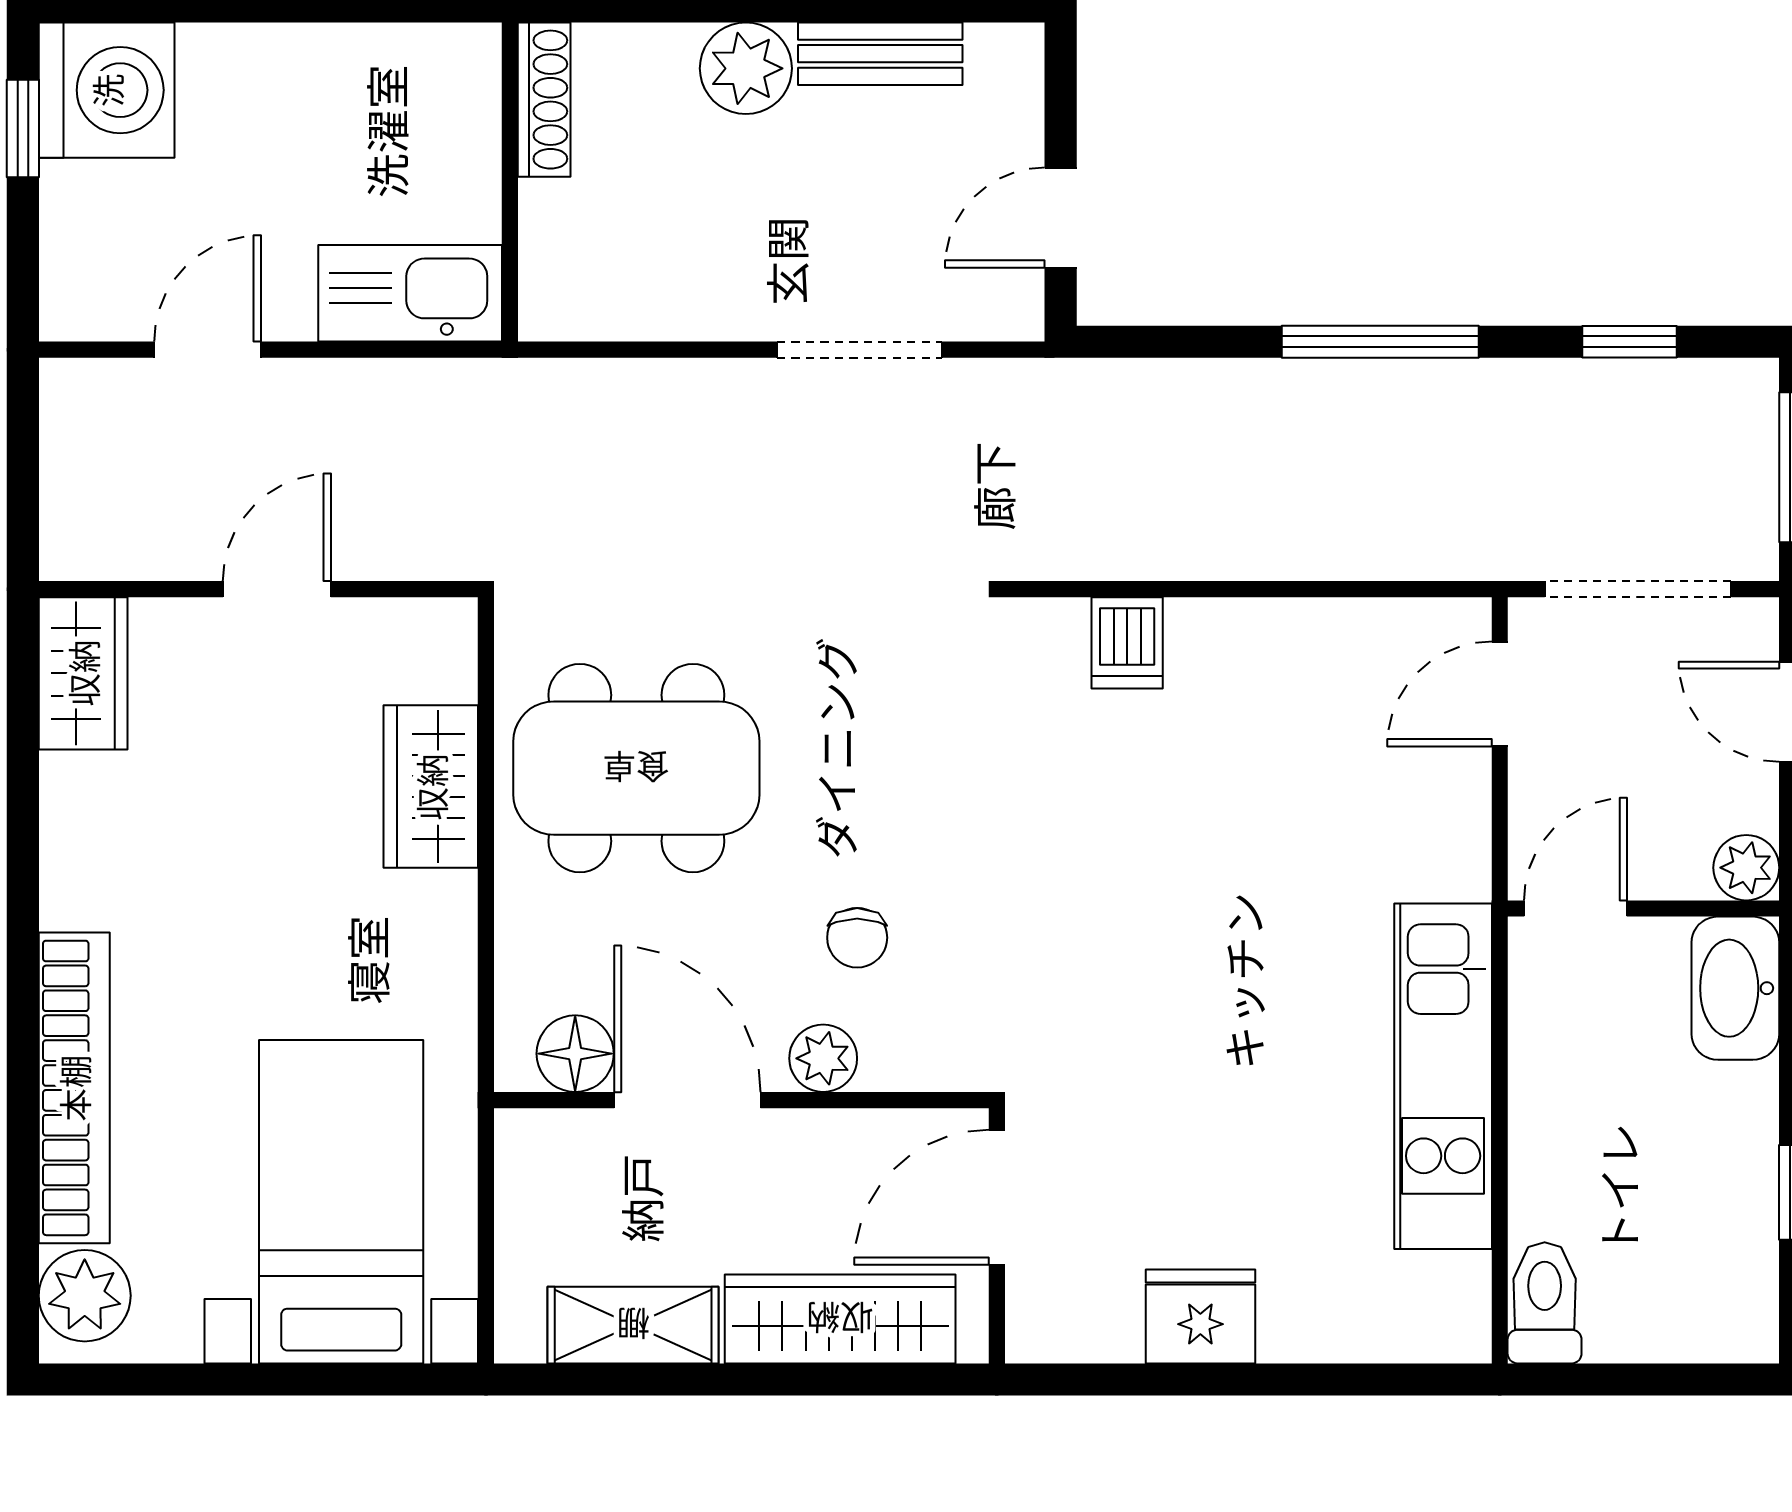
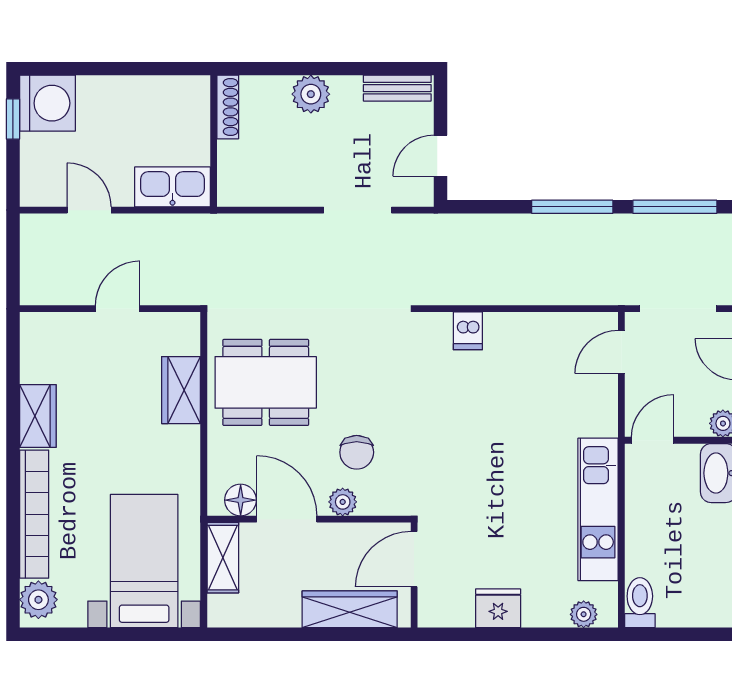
bench: (880, 54) -> (397, 88), moved
window: (1629, 342) -> (675, 207), width x2.17
door: (208, 350) -> (89, 210), hinge flipped
wardrobe: (83, 673) -> (38, 416), moved
chair: (857, 938) -> (357, 452), width x1.37, depth x1.37
shelving: (633, 1325) -> (223, 558), moved, turned 90
plant: (1408, 1331) -> (584, 614), added

